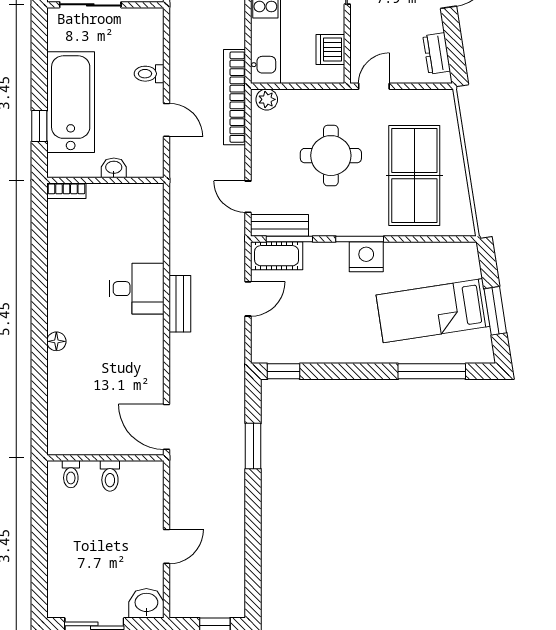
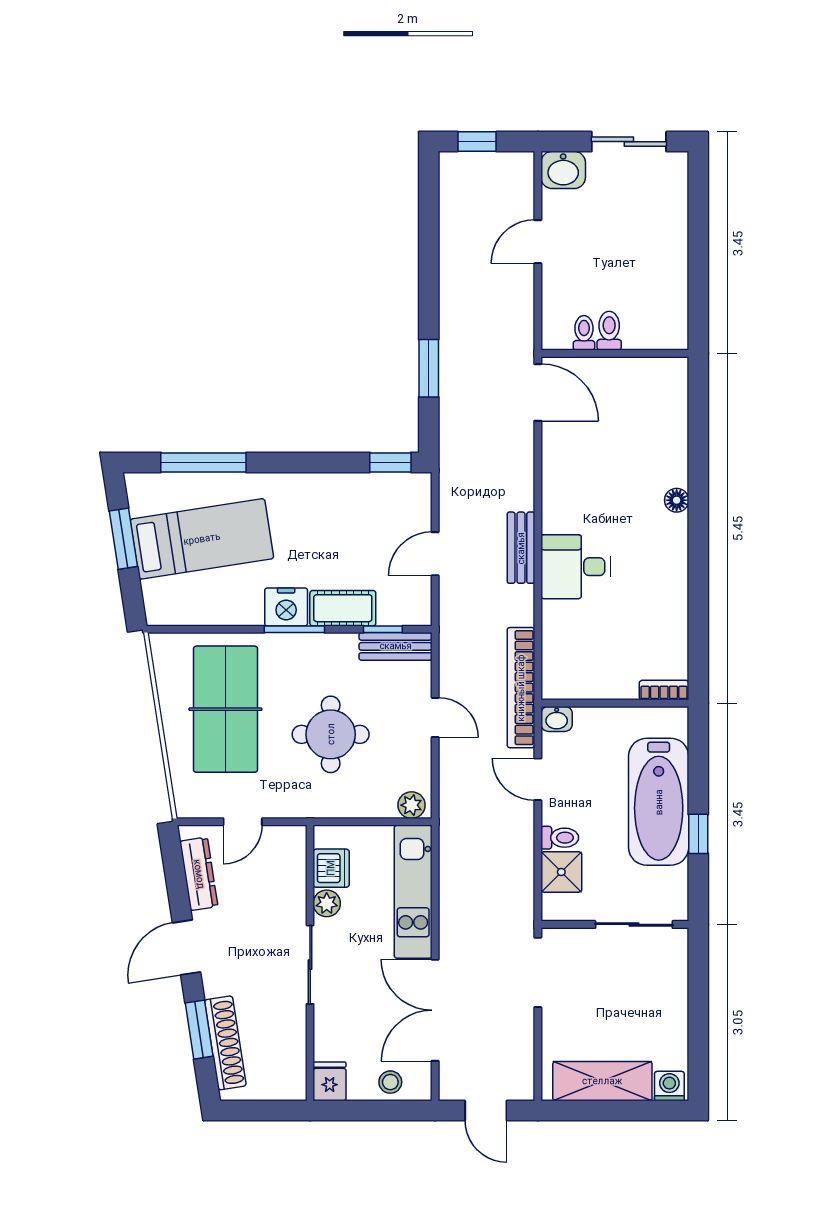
plant: (334, 22) -> (327, 903), added
shower: (148, 46) -> (561, 872), added
dresser: (437, 53) -> (199, 874), width x1.44
door: (374, 86) -> (243, 822), moved
bookcase: (235, 97) -> (521, 688), moved, turned 180
window: (39, 126) -> (698, 834), moved
washbasin: (114, 168) -> (557, 719), moved
door: (248, 197) -> (435, 717), moved
window: (289, 239) -> (383, 629), width x0.67
cot: (277, 256) -> (343, 608), moved
toilet: (71, 474) -> (584, 333), moved

